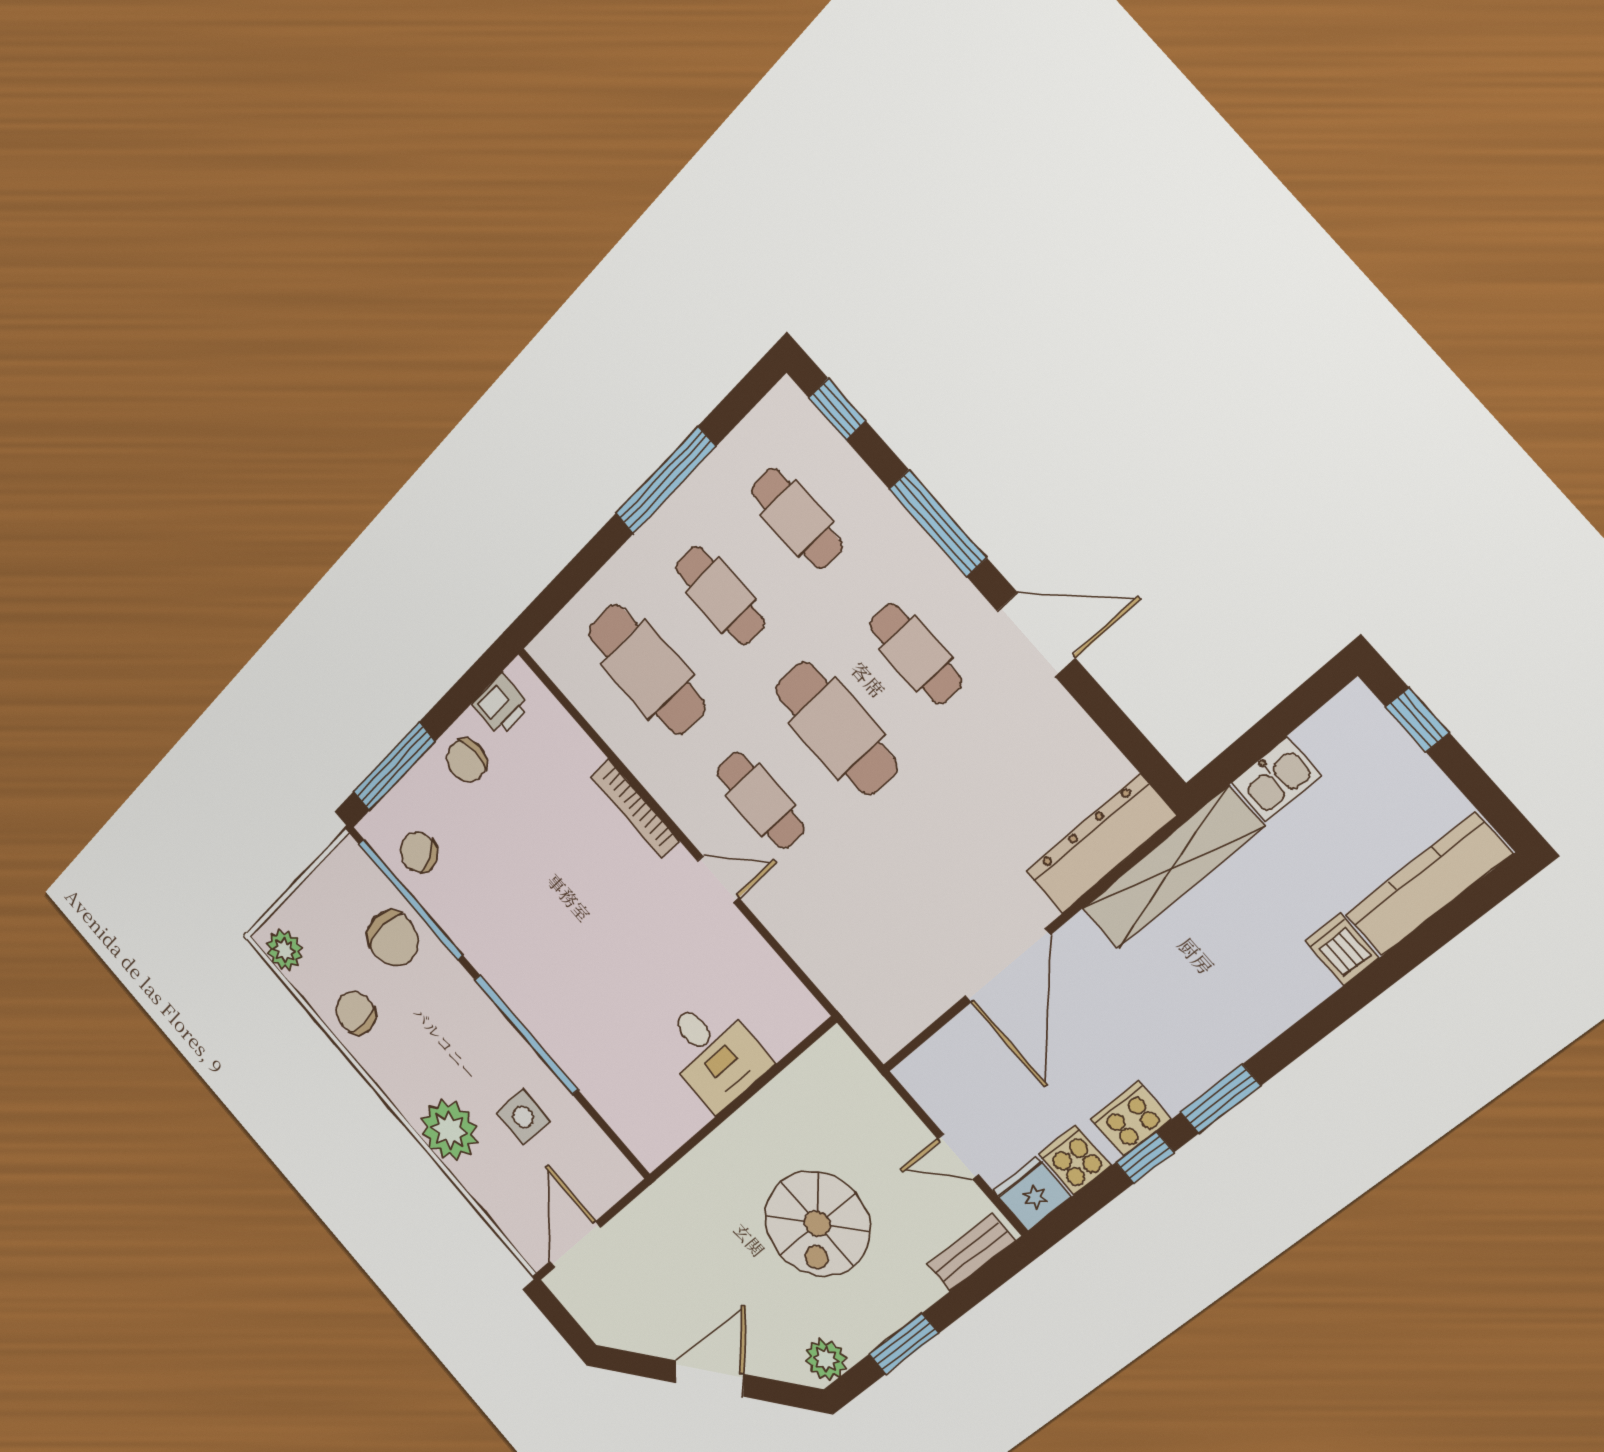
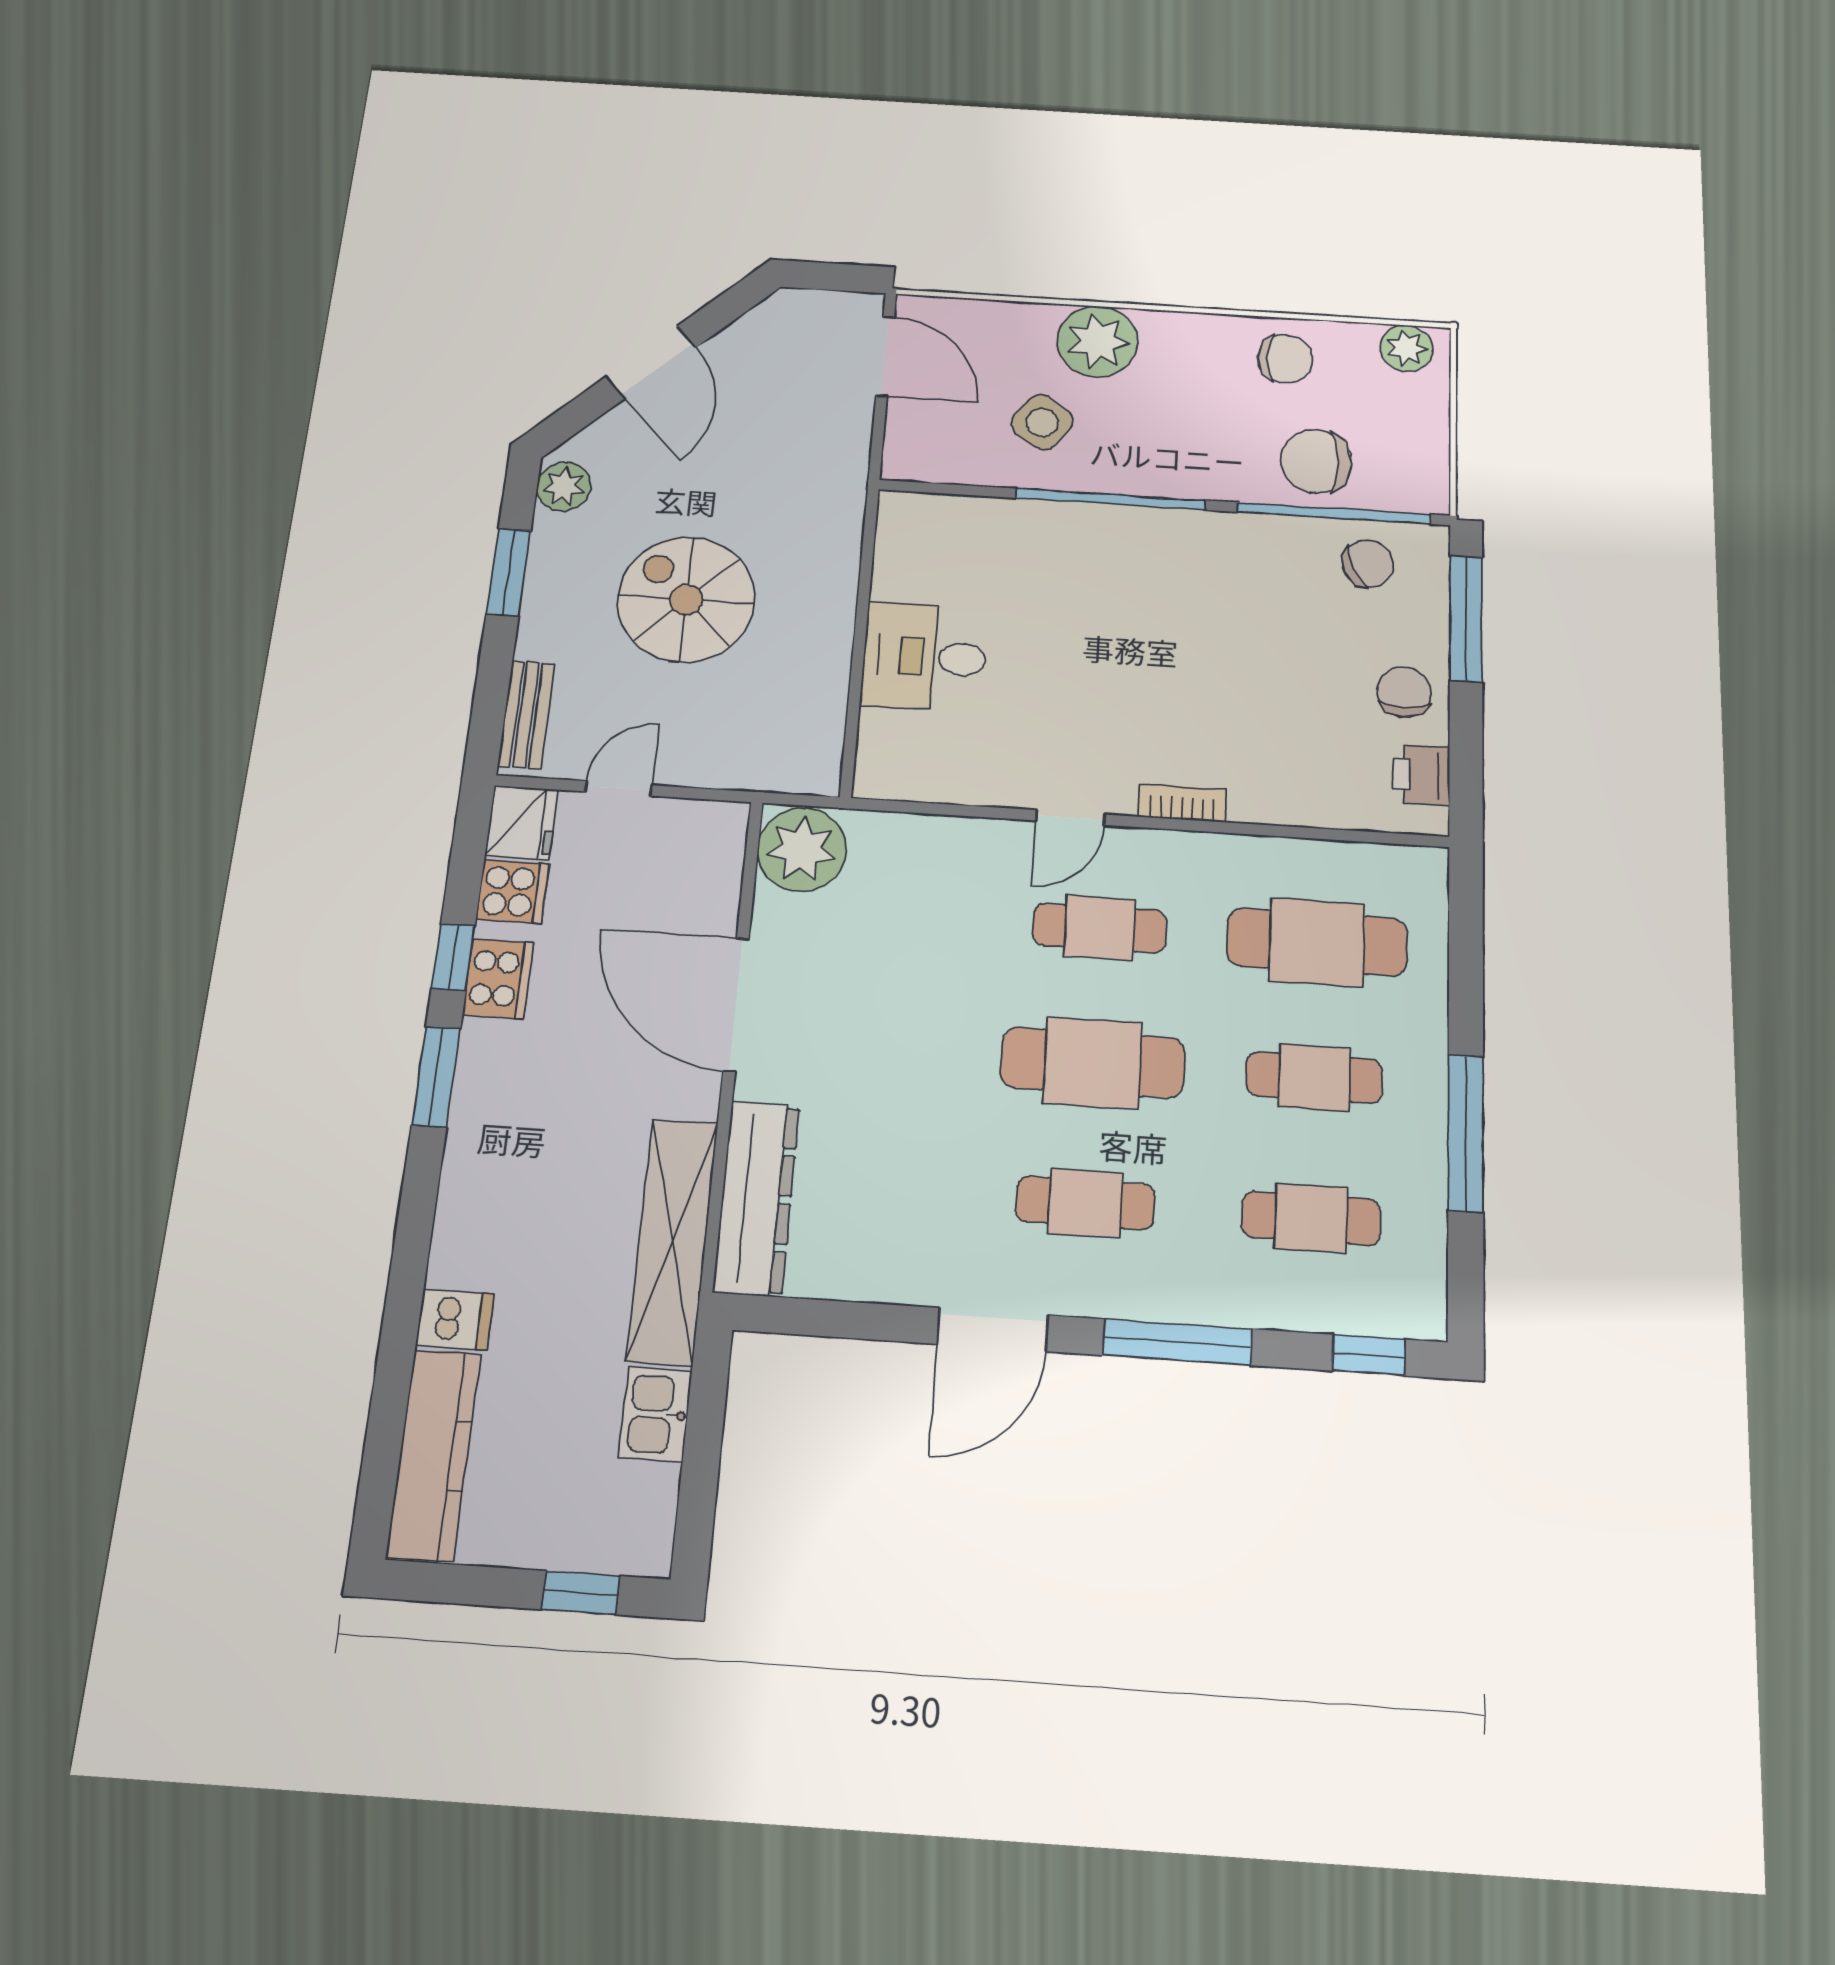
bookcase: (635, 809) -> (1182, 803), width x0.64
plant: (886, 1015) -> (802, 849), added
side table: (523, 1117) -> (1042, 422), turned 35

